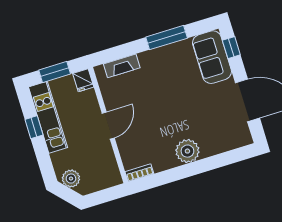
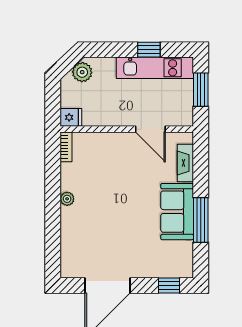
sofa: (212, 57) -> (177, 212), moved, turned -90
fridge: (83, 80) -> (71, 117), moved, turned 180
door: (108, 126) -> (150, 129), moved
plant: (187, 151) -> (67, 199), width x0.53, depth x0.53

